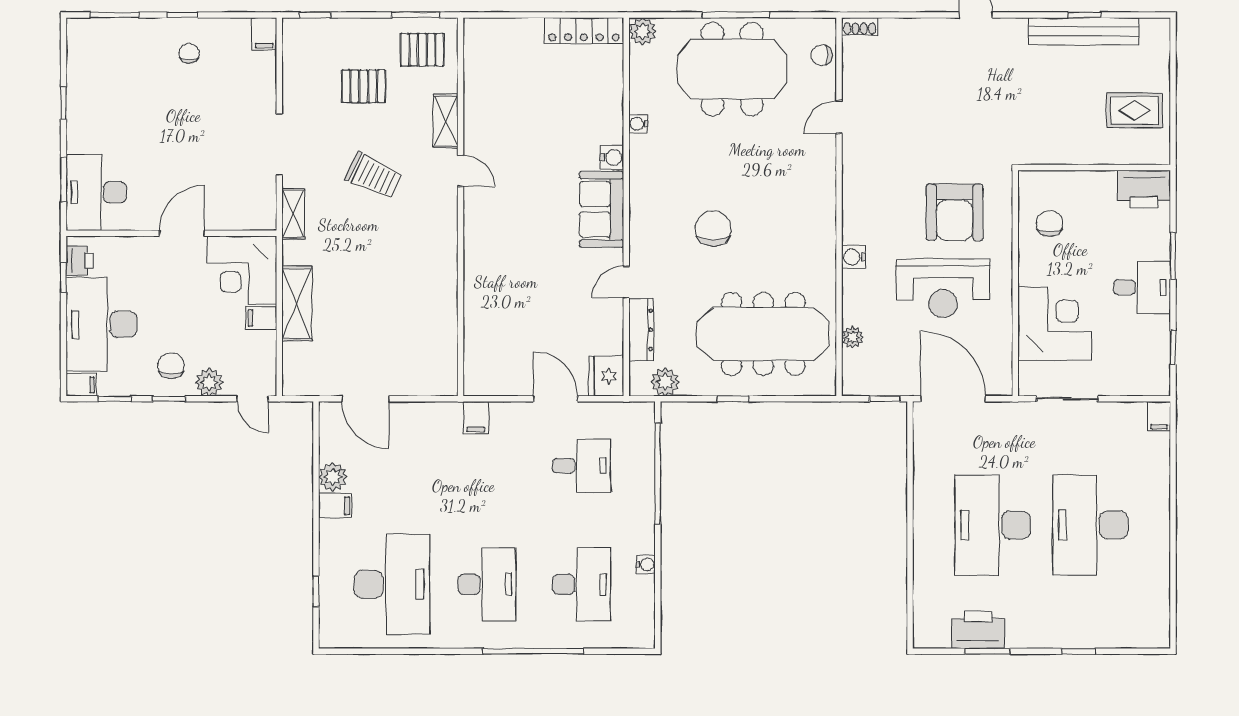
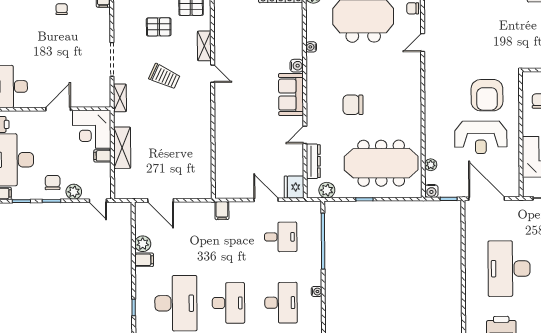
chair: (713, 228) -> (353, 105), turned -90
water cooler: (854, 257) -> (431, 191), moved, turned -90

